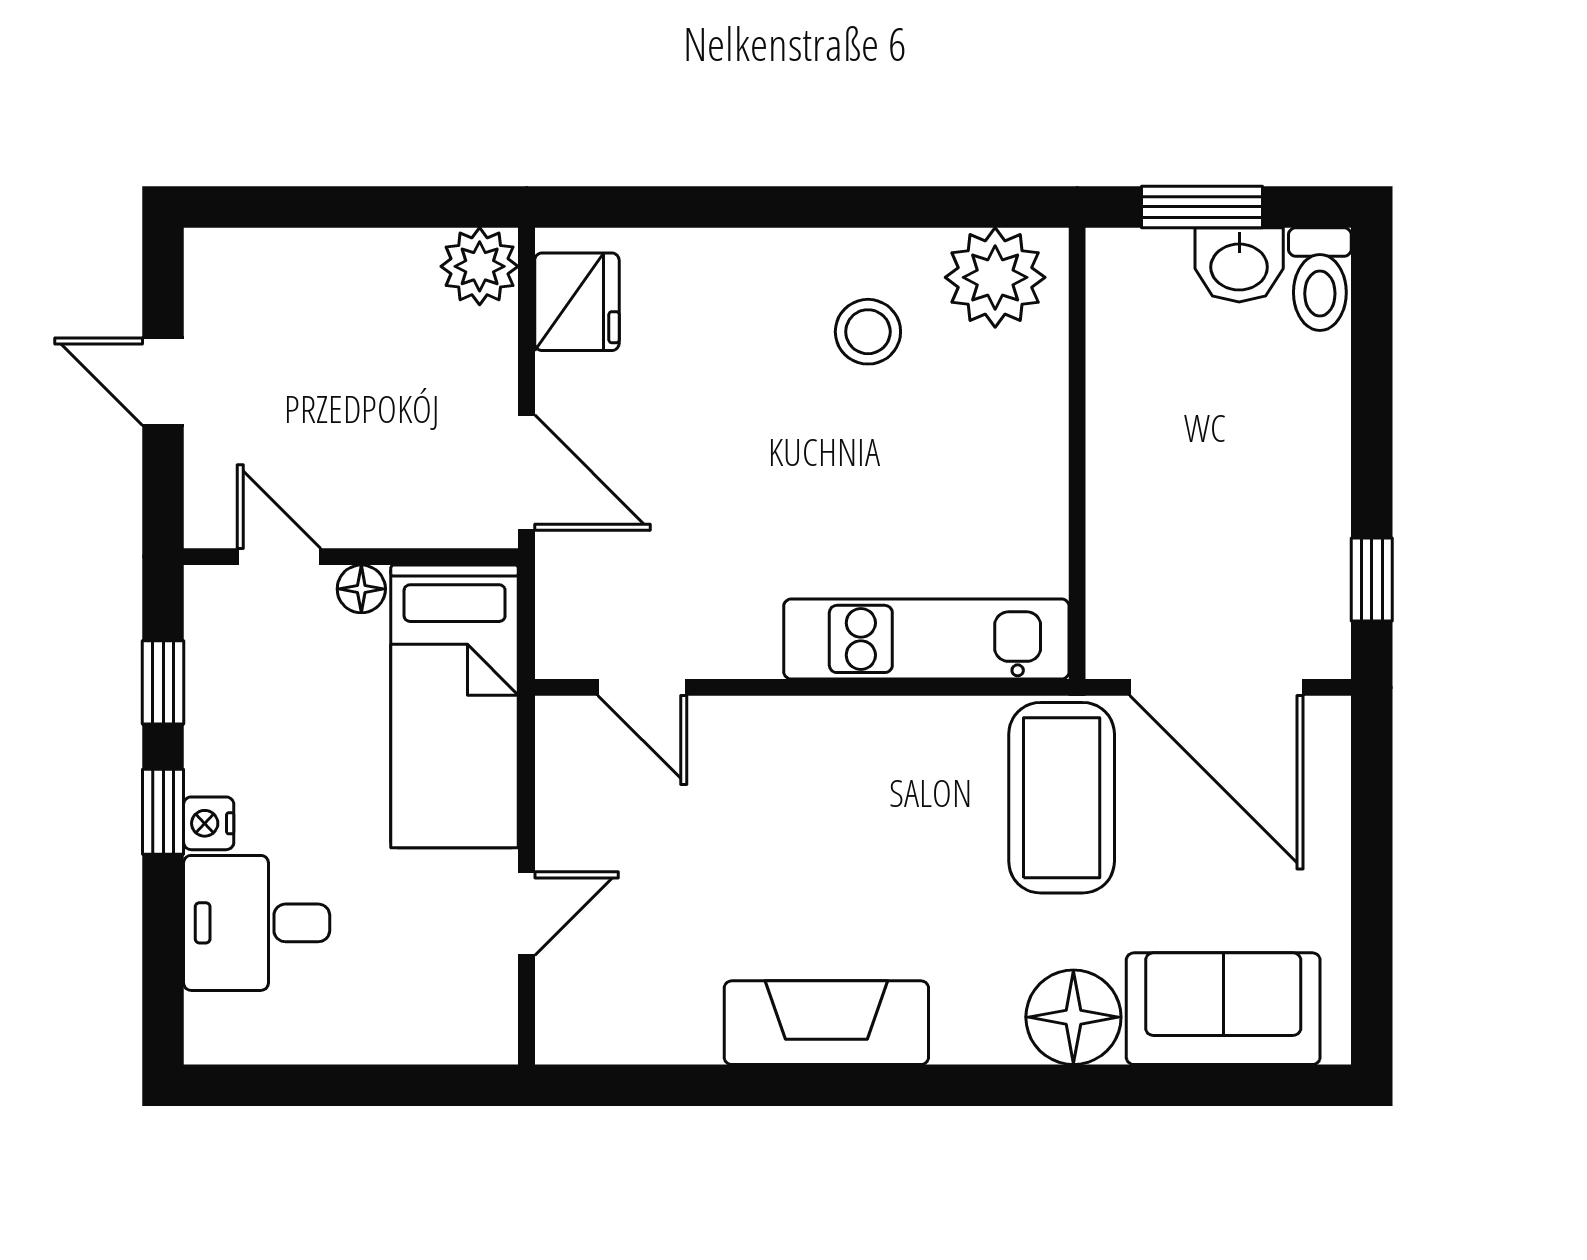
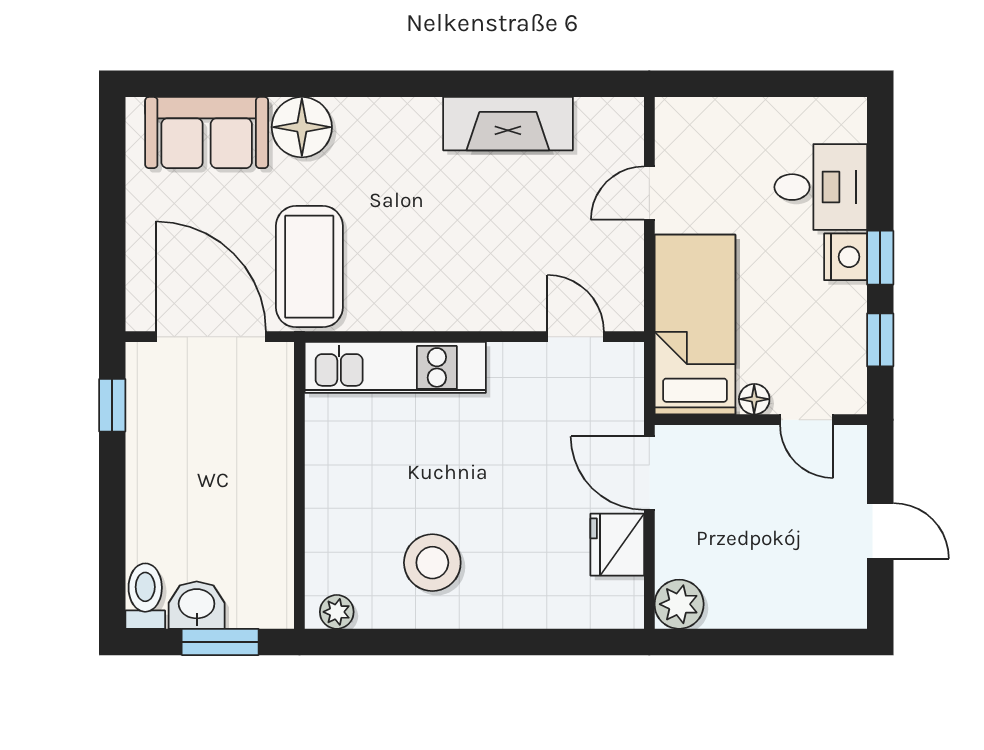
plant: (995, 277) -> (337, 612), width x0.53, depth x0.53
fridge: (577, 302) -> (617, 545), moved
stool: (868, 332) -> (432, 563), width x1.38, depth x1.38
nightstand: (209, 823) -> (846, 257), width x1.39, depth x1.35
fireplace: (826, 1023) -> (508, 124), moved

